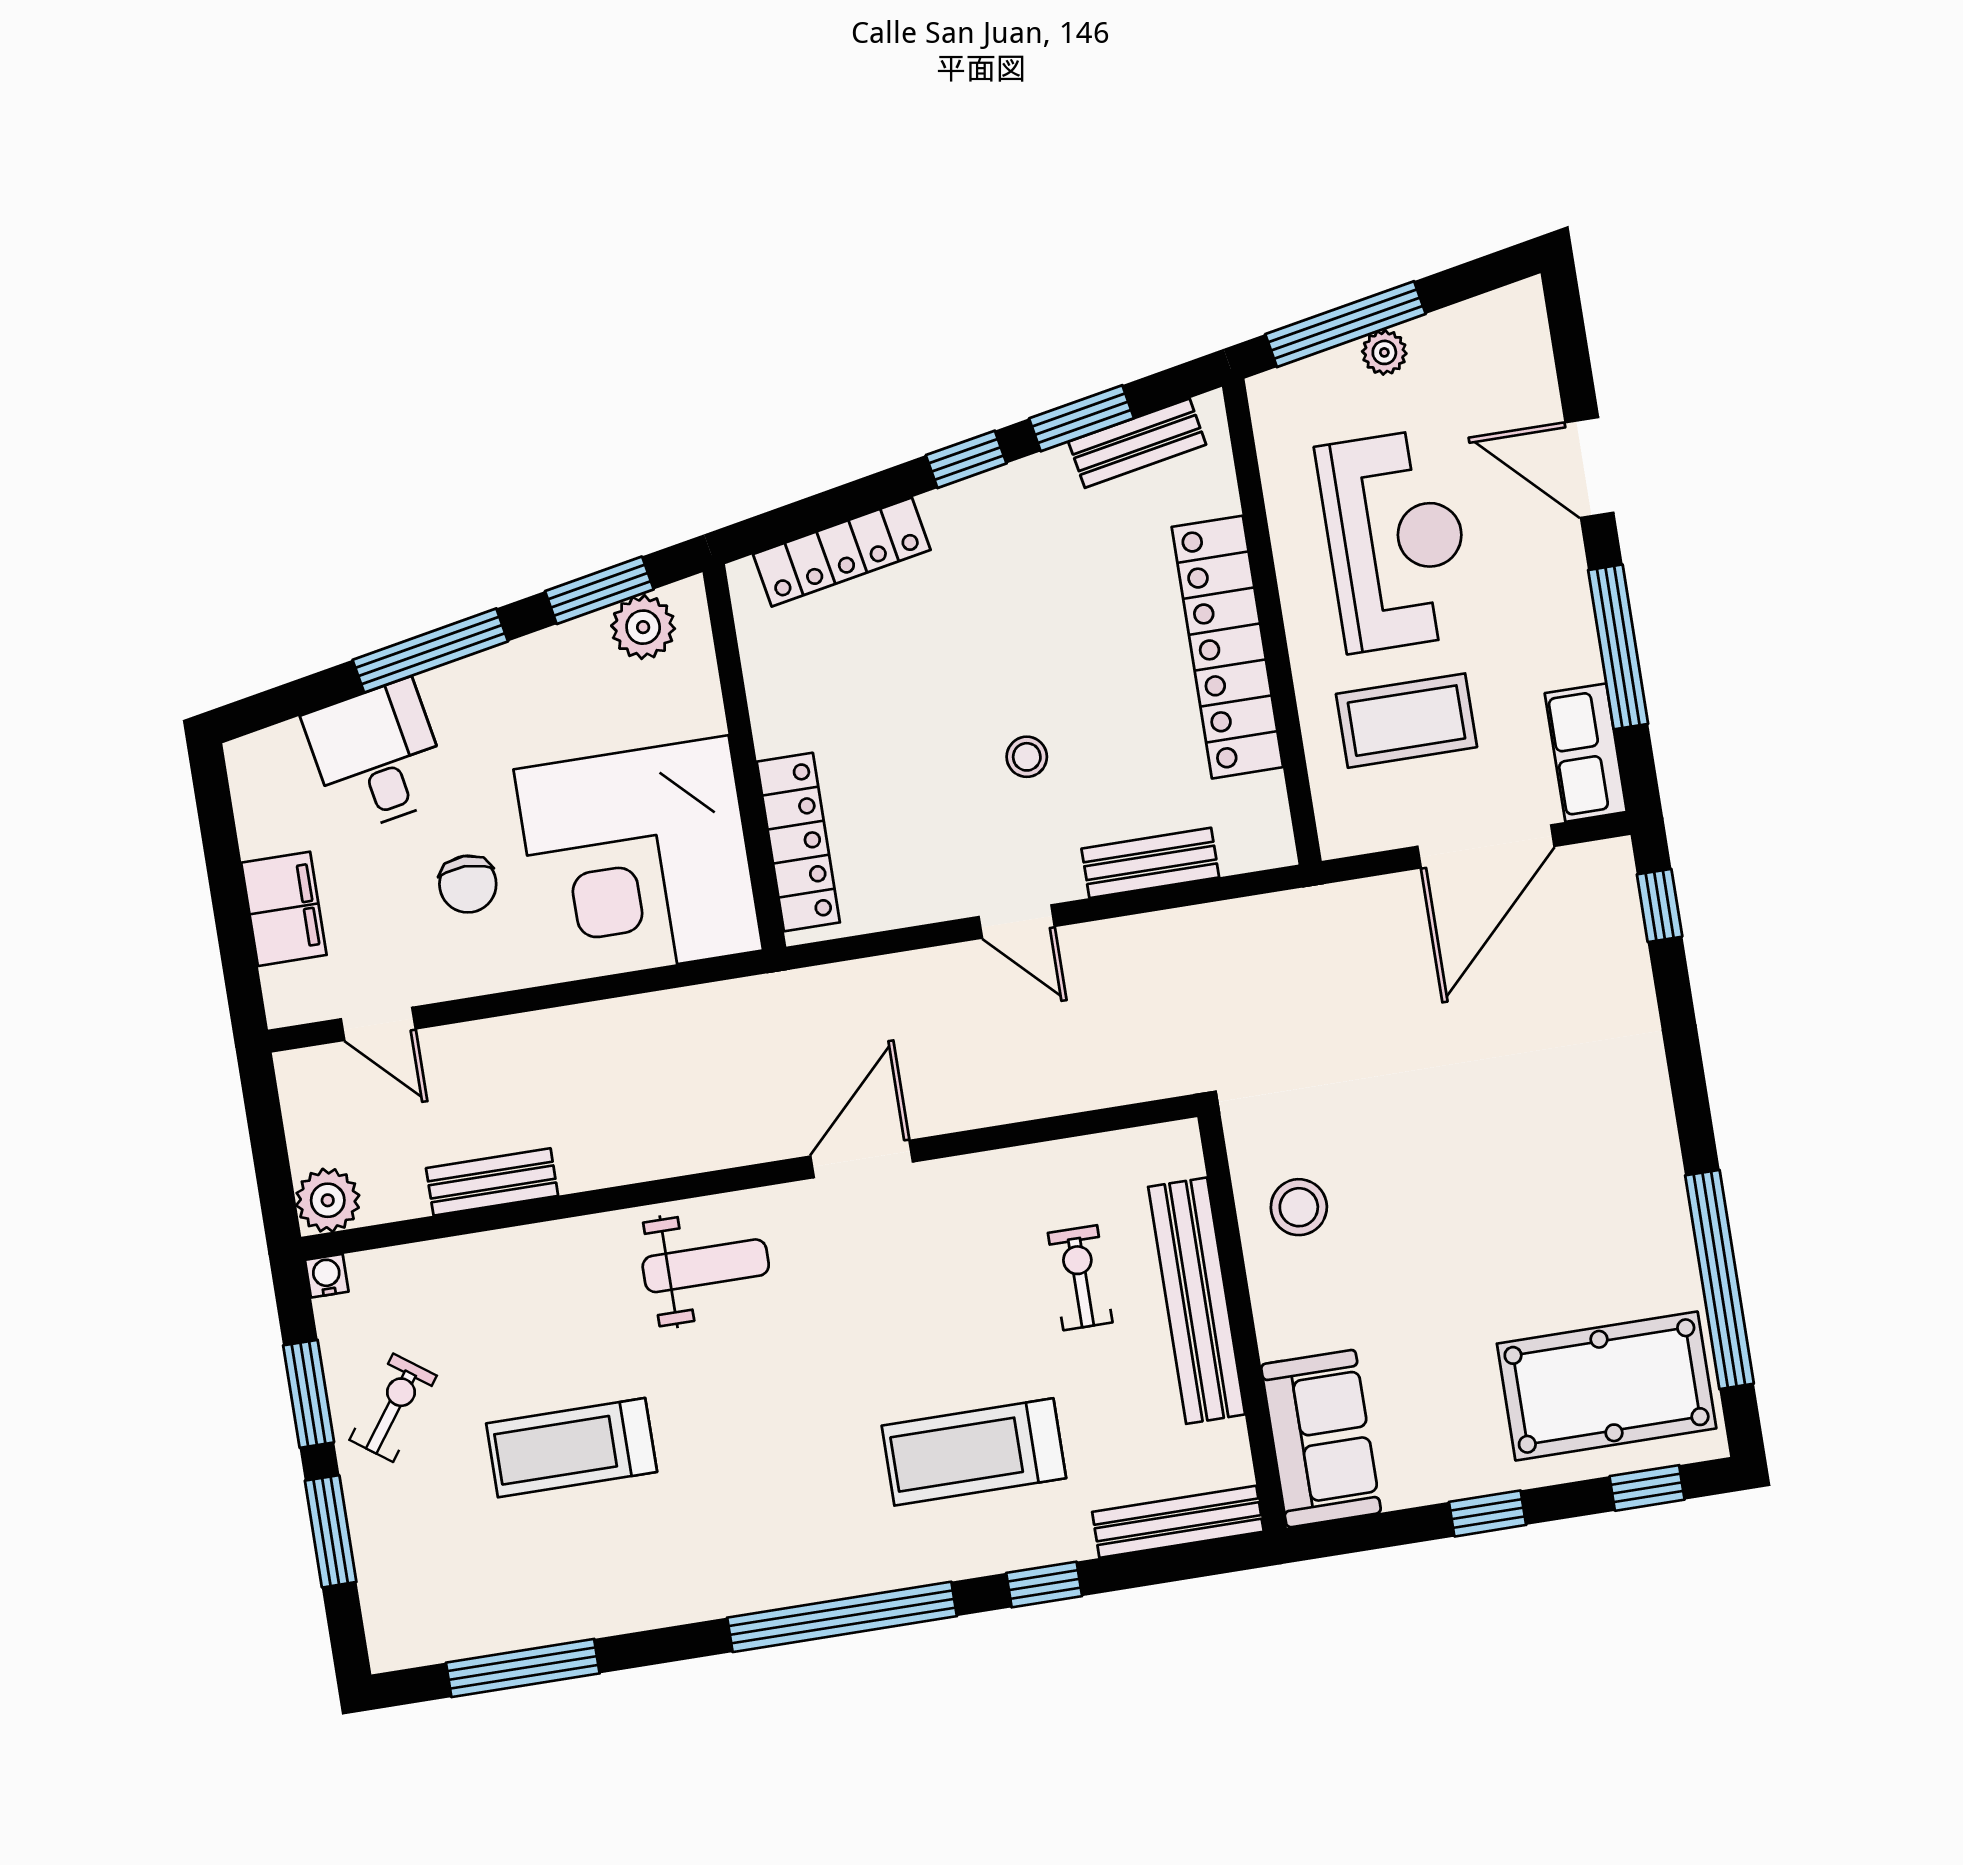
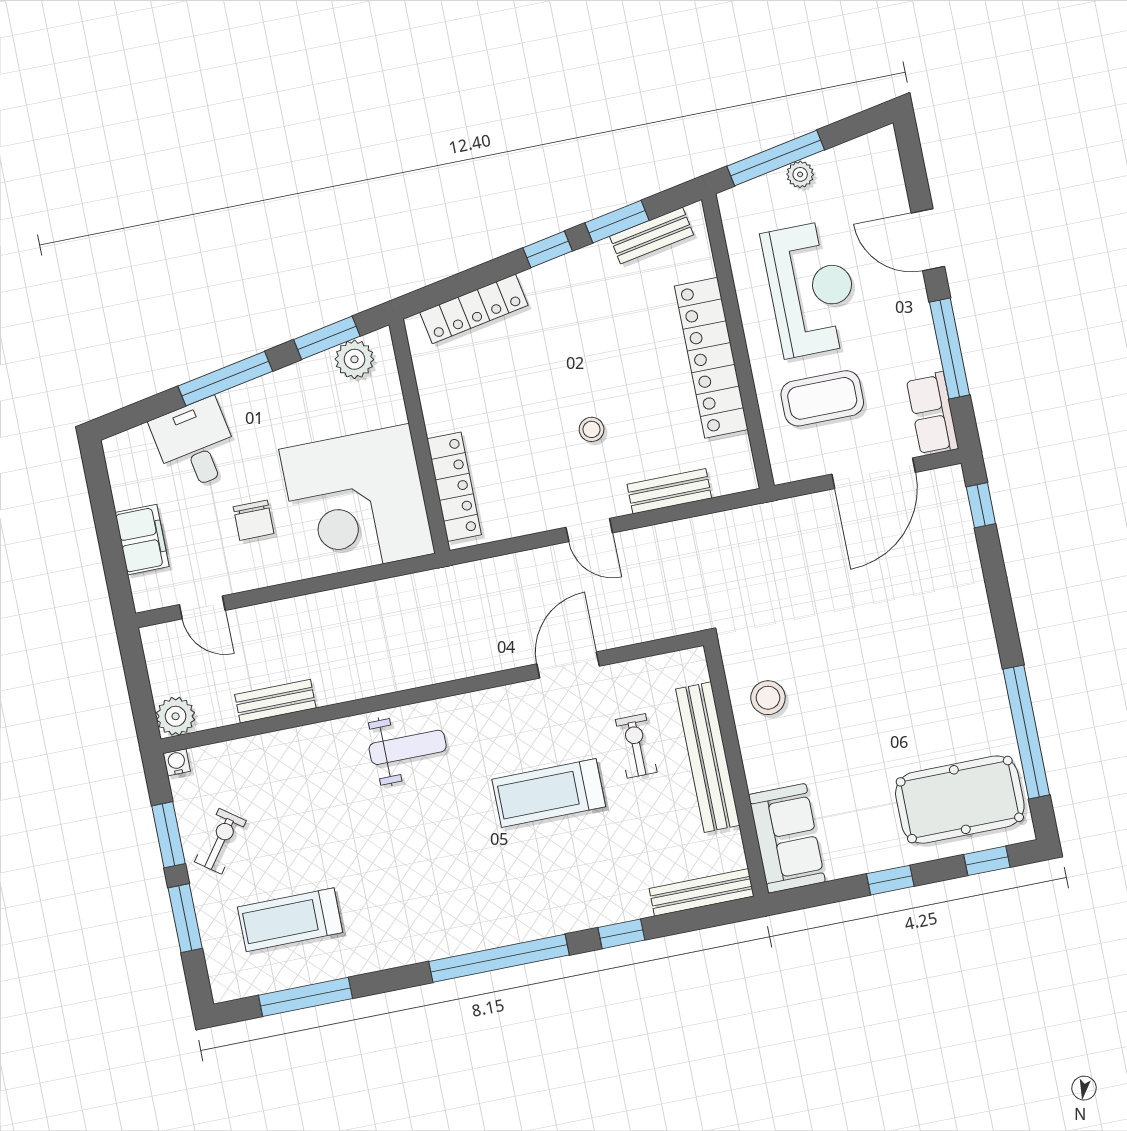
door: (862, 1159) -> (568, 665), moved
treadmill: (572, 1448) -> (290, 920), moved
treadmill: (974, 1452) -> (549, 793), moved

